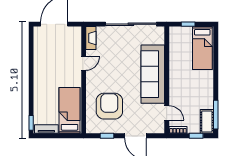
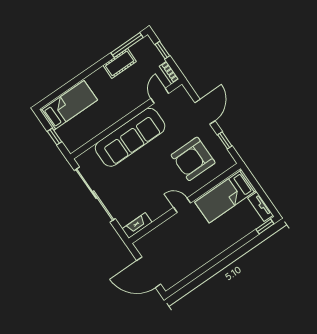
door: (84, 63) -> (182, 205), moved
cot: (207, 121) -> (120, 63), moved

